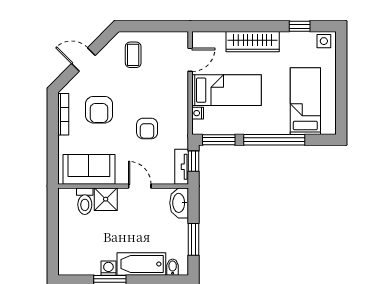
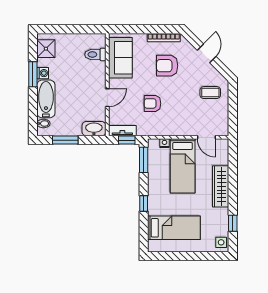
window: (274, 140) -> (144, 203), width x0.32
shower: (106, 199) -> (46, 49), moved

